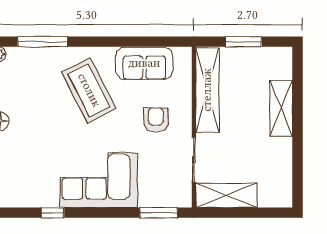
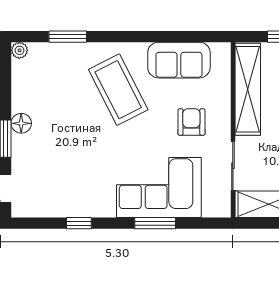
window: (42, 42) -> (68, 37), width x0.69
corner sofa: (99, 180) -> (159, 188), moved
window: (159, 213) -> (155, 223), moved

